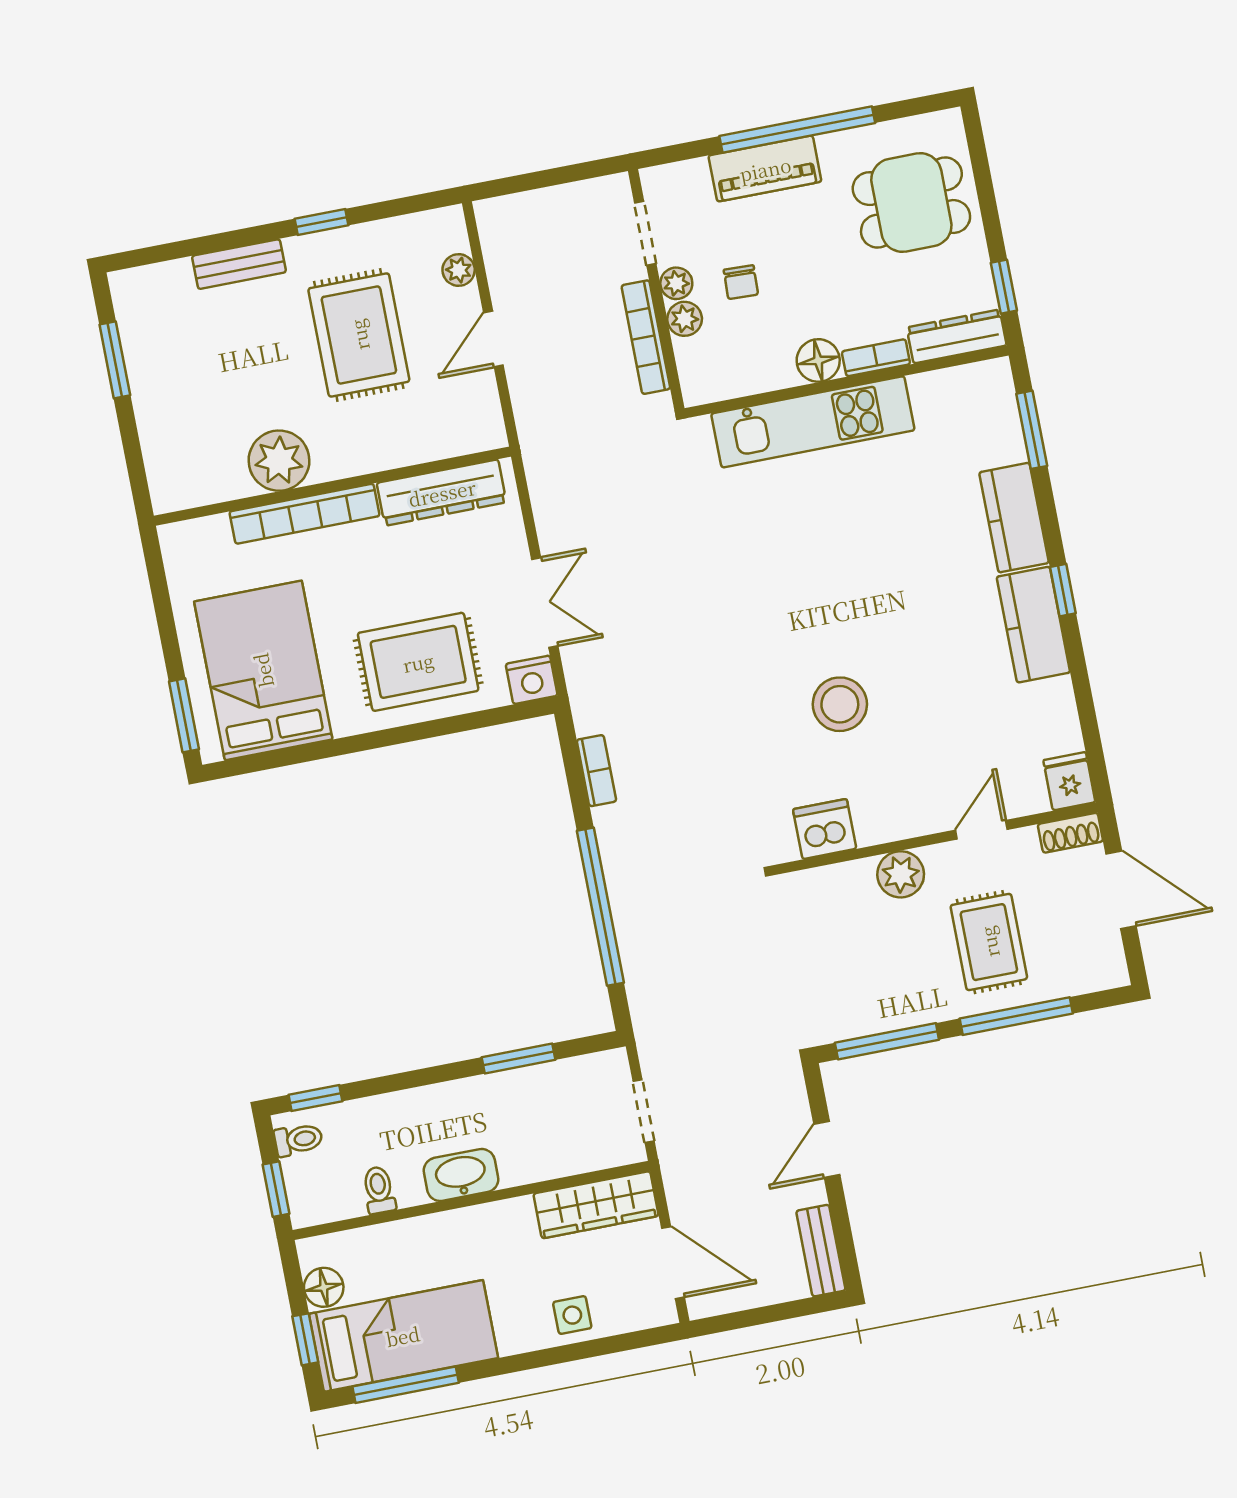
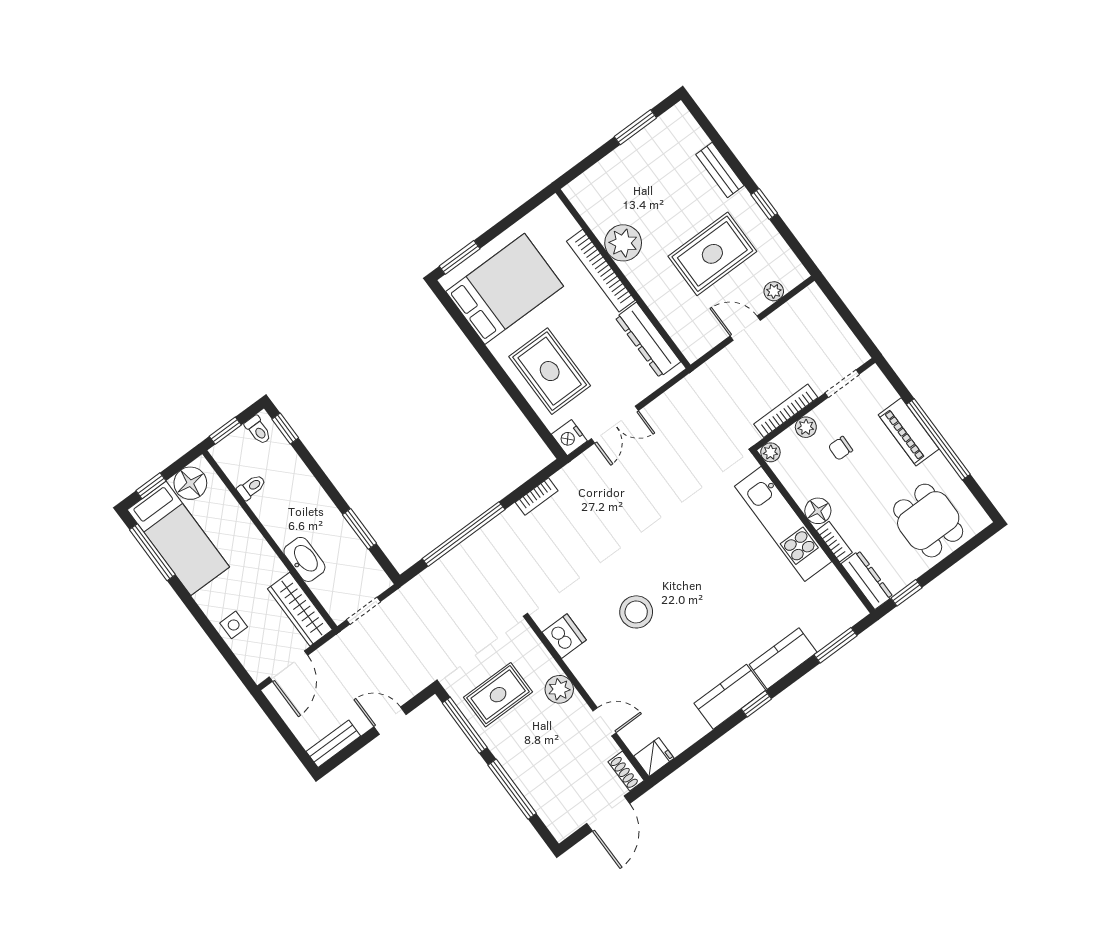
plant: (676, 283) -> (770, 452), moved
rug: (989, 942) -> (498, 695), moved
washbasin: (461, 1175) -> (304, 559), moved
floor lamp: (324, 1287) -> (190, 483), width x1.38, depth x1.38

